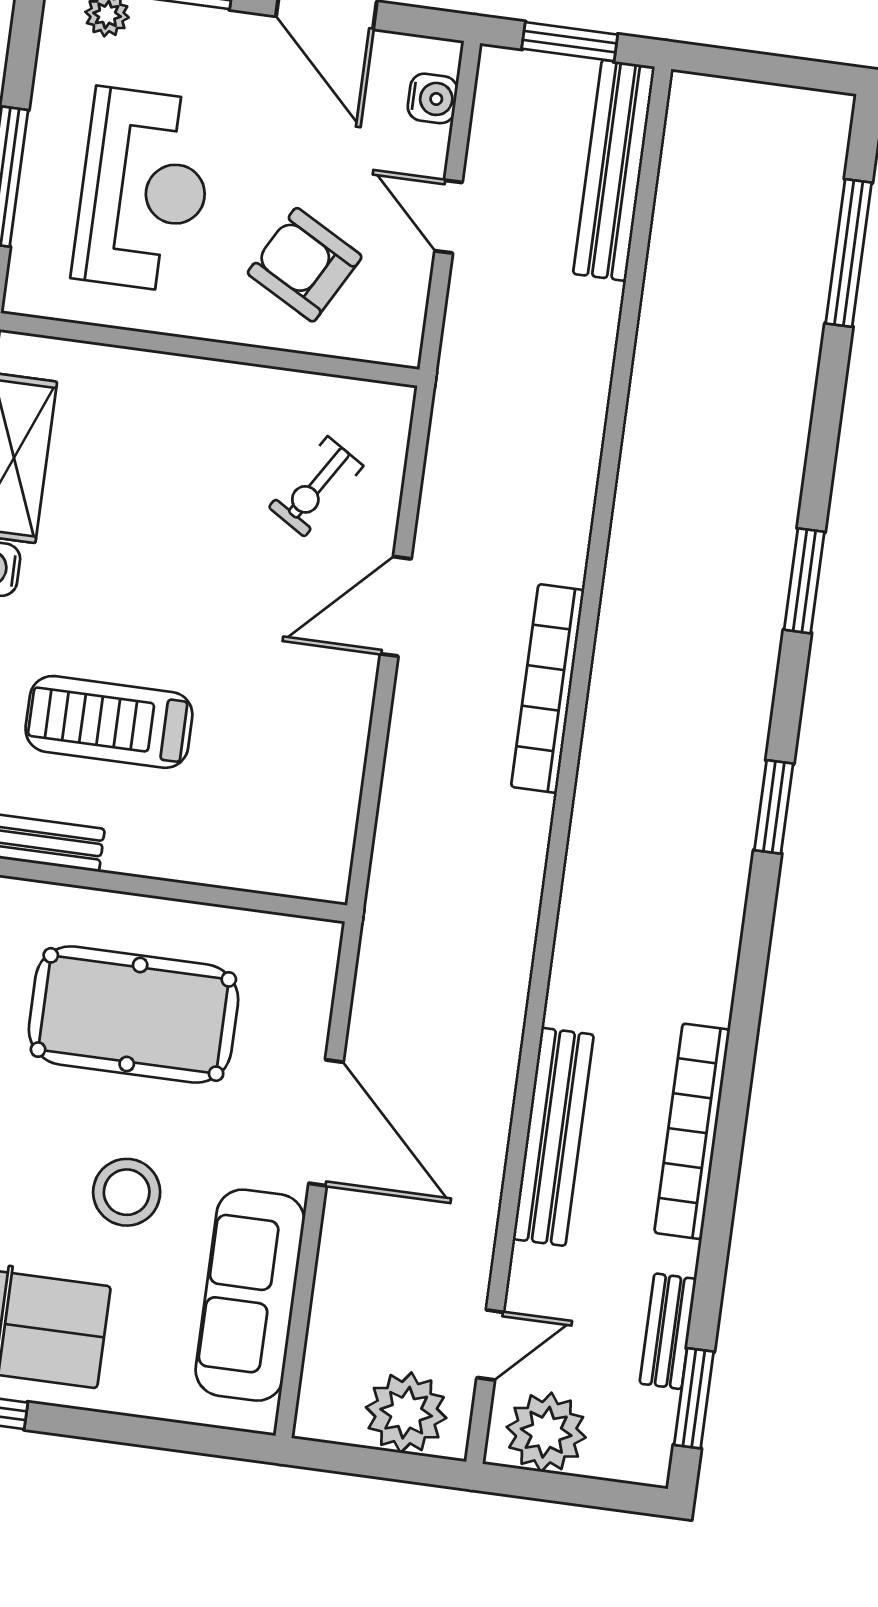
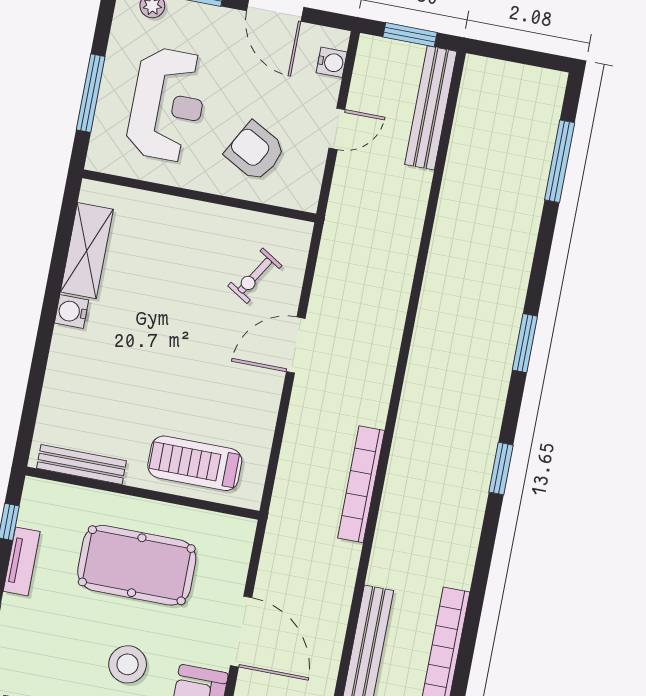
door: (448, 217) -> (337, 129), swing flipped
bookcase: (548, 688) -> (361, 484), moved
treadmill: (109, 722) -> (195, 463), moved

